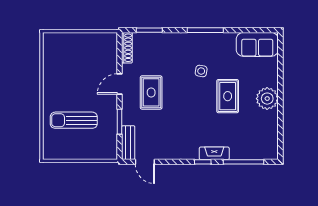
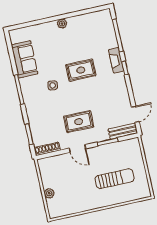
plant: (74, 38) -> (49, 193), added
sofa: (257, 44) -> (25, 59), moved
rug: (228, 96) -> (81, 70), moved
plant: (267, 99) -> (62, 24), width x0.53, depth x0.53
sun lounger: (74, 120) -> (115, 179), turned -90

